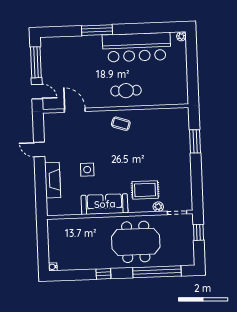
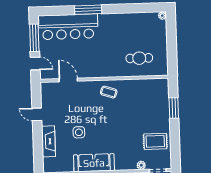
bar counter: (137, 47) -> (68, 27), moved
cafe table: (126, 91) -> (139, 58), moved
rug: (145, 190) -> (155, 141), moved

